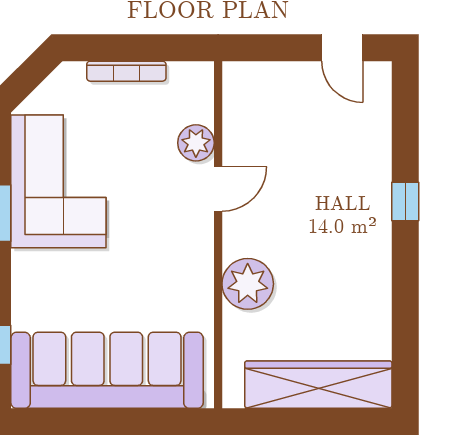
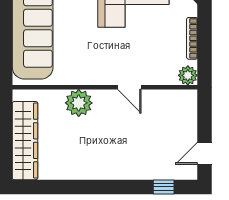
plant: (196, 143) -> (188, 75), moved
window: (405, 201) -> (164, 187), moved

